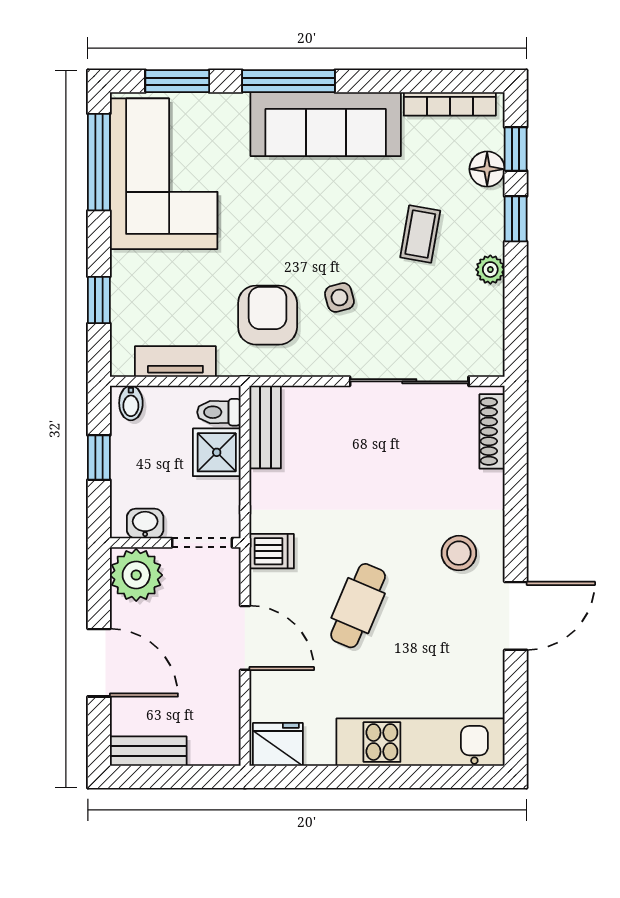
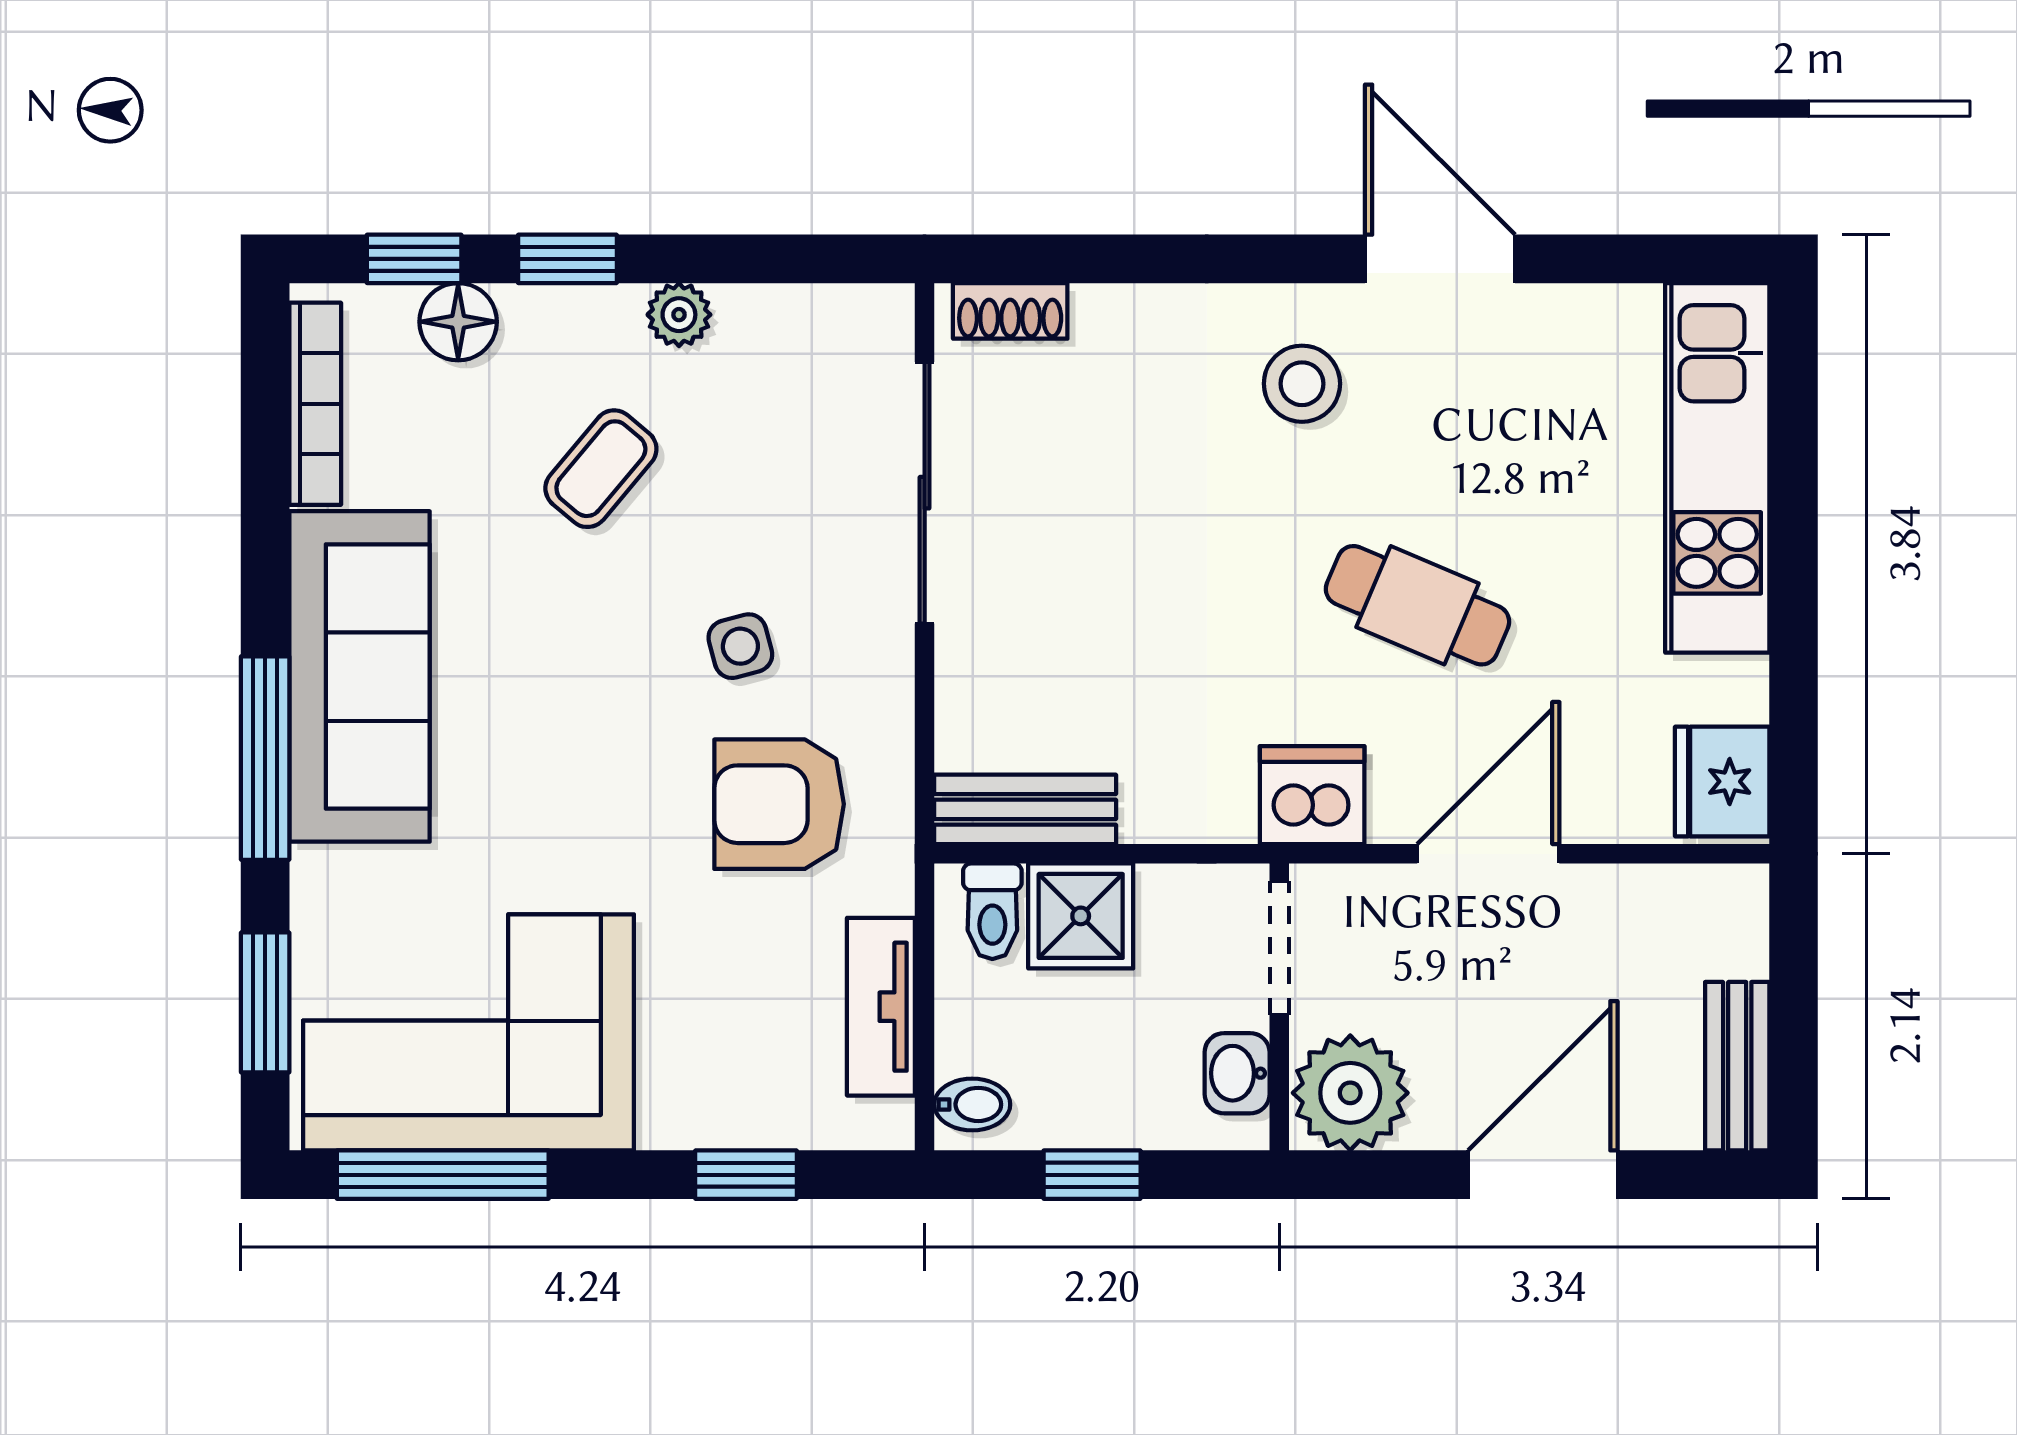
coffee table: (420, 234) -> (601, 469), turned -60
shoe rack: (492, 431) -> (1010, 311), width x0.70
dishwasher: (272, 551) -> (1312, 795), width x1.38

